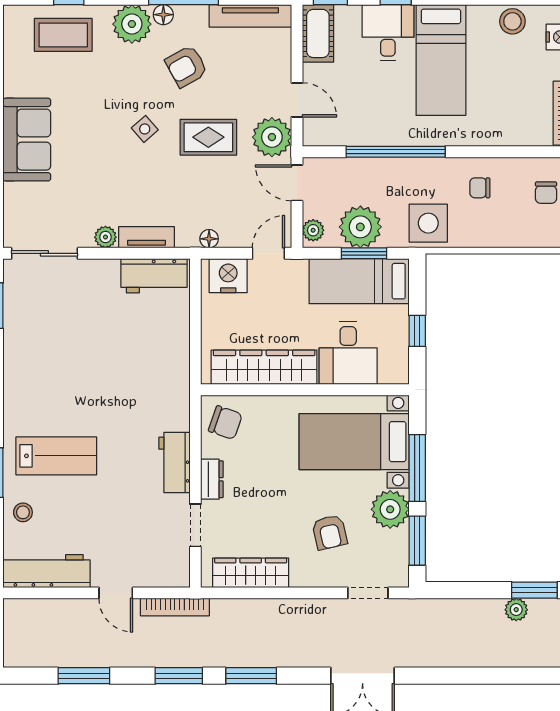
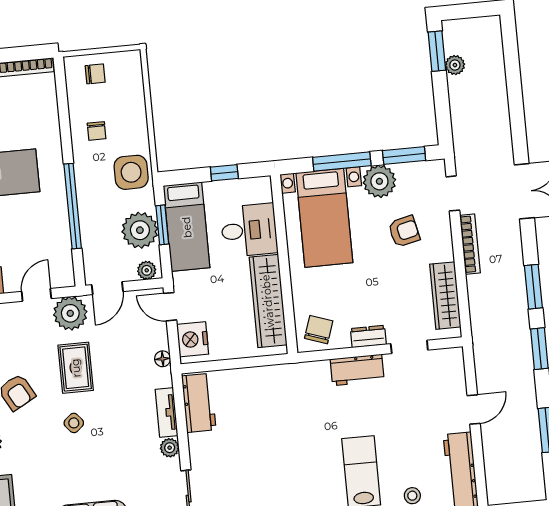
bookcase: (175, 607) -> (470, 244), moved

